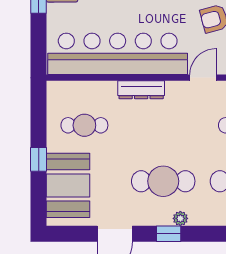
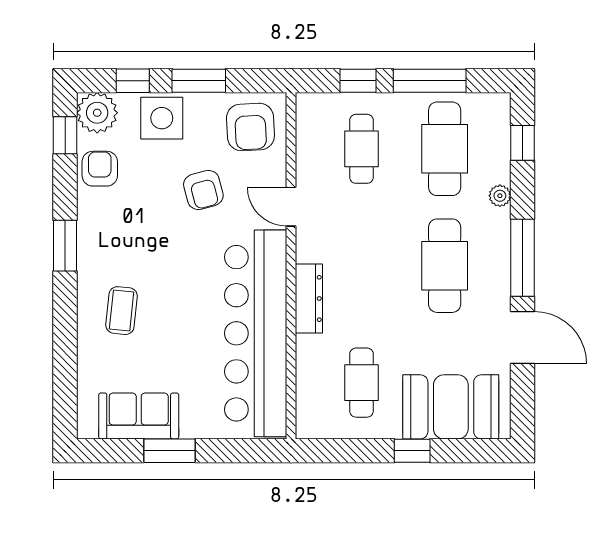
plant: (180, 218) -> (500, 196), moved
window: (169, 234) -> (523, 258), width x2.17

